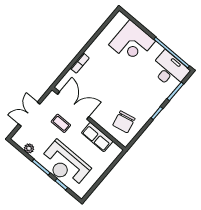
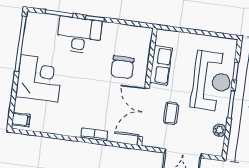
filing cabinet: (121, 20) -> (21, 120), added
corner desk: (132, 43) -> (39, 78), moved
desk: (169, 70) -> (79, 35), moved, turned 90
chair: (124, 122) -> (122, 67), moved, turned 102

